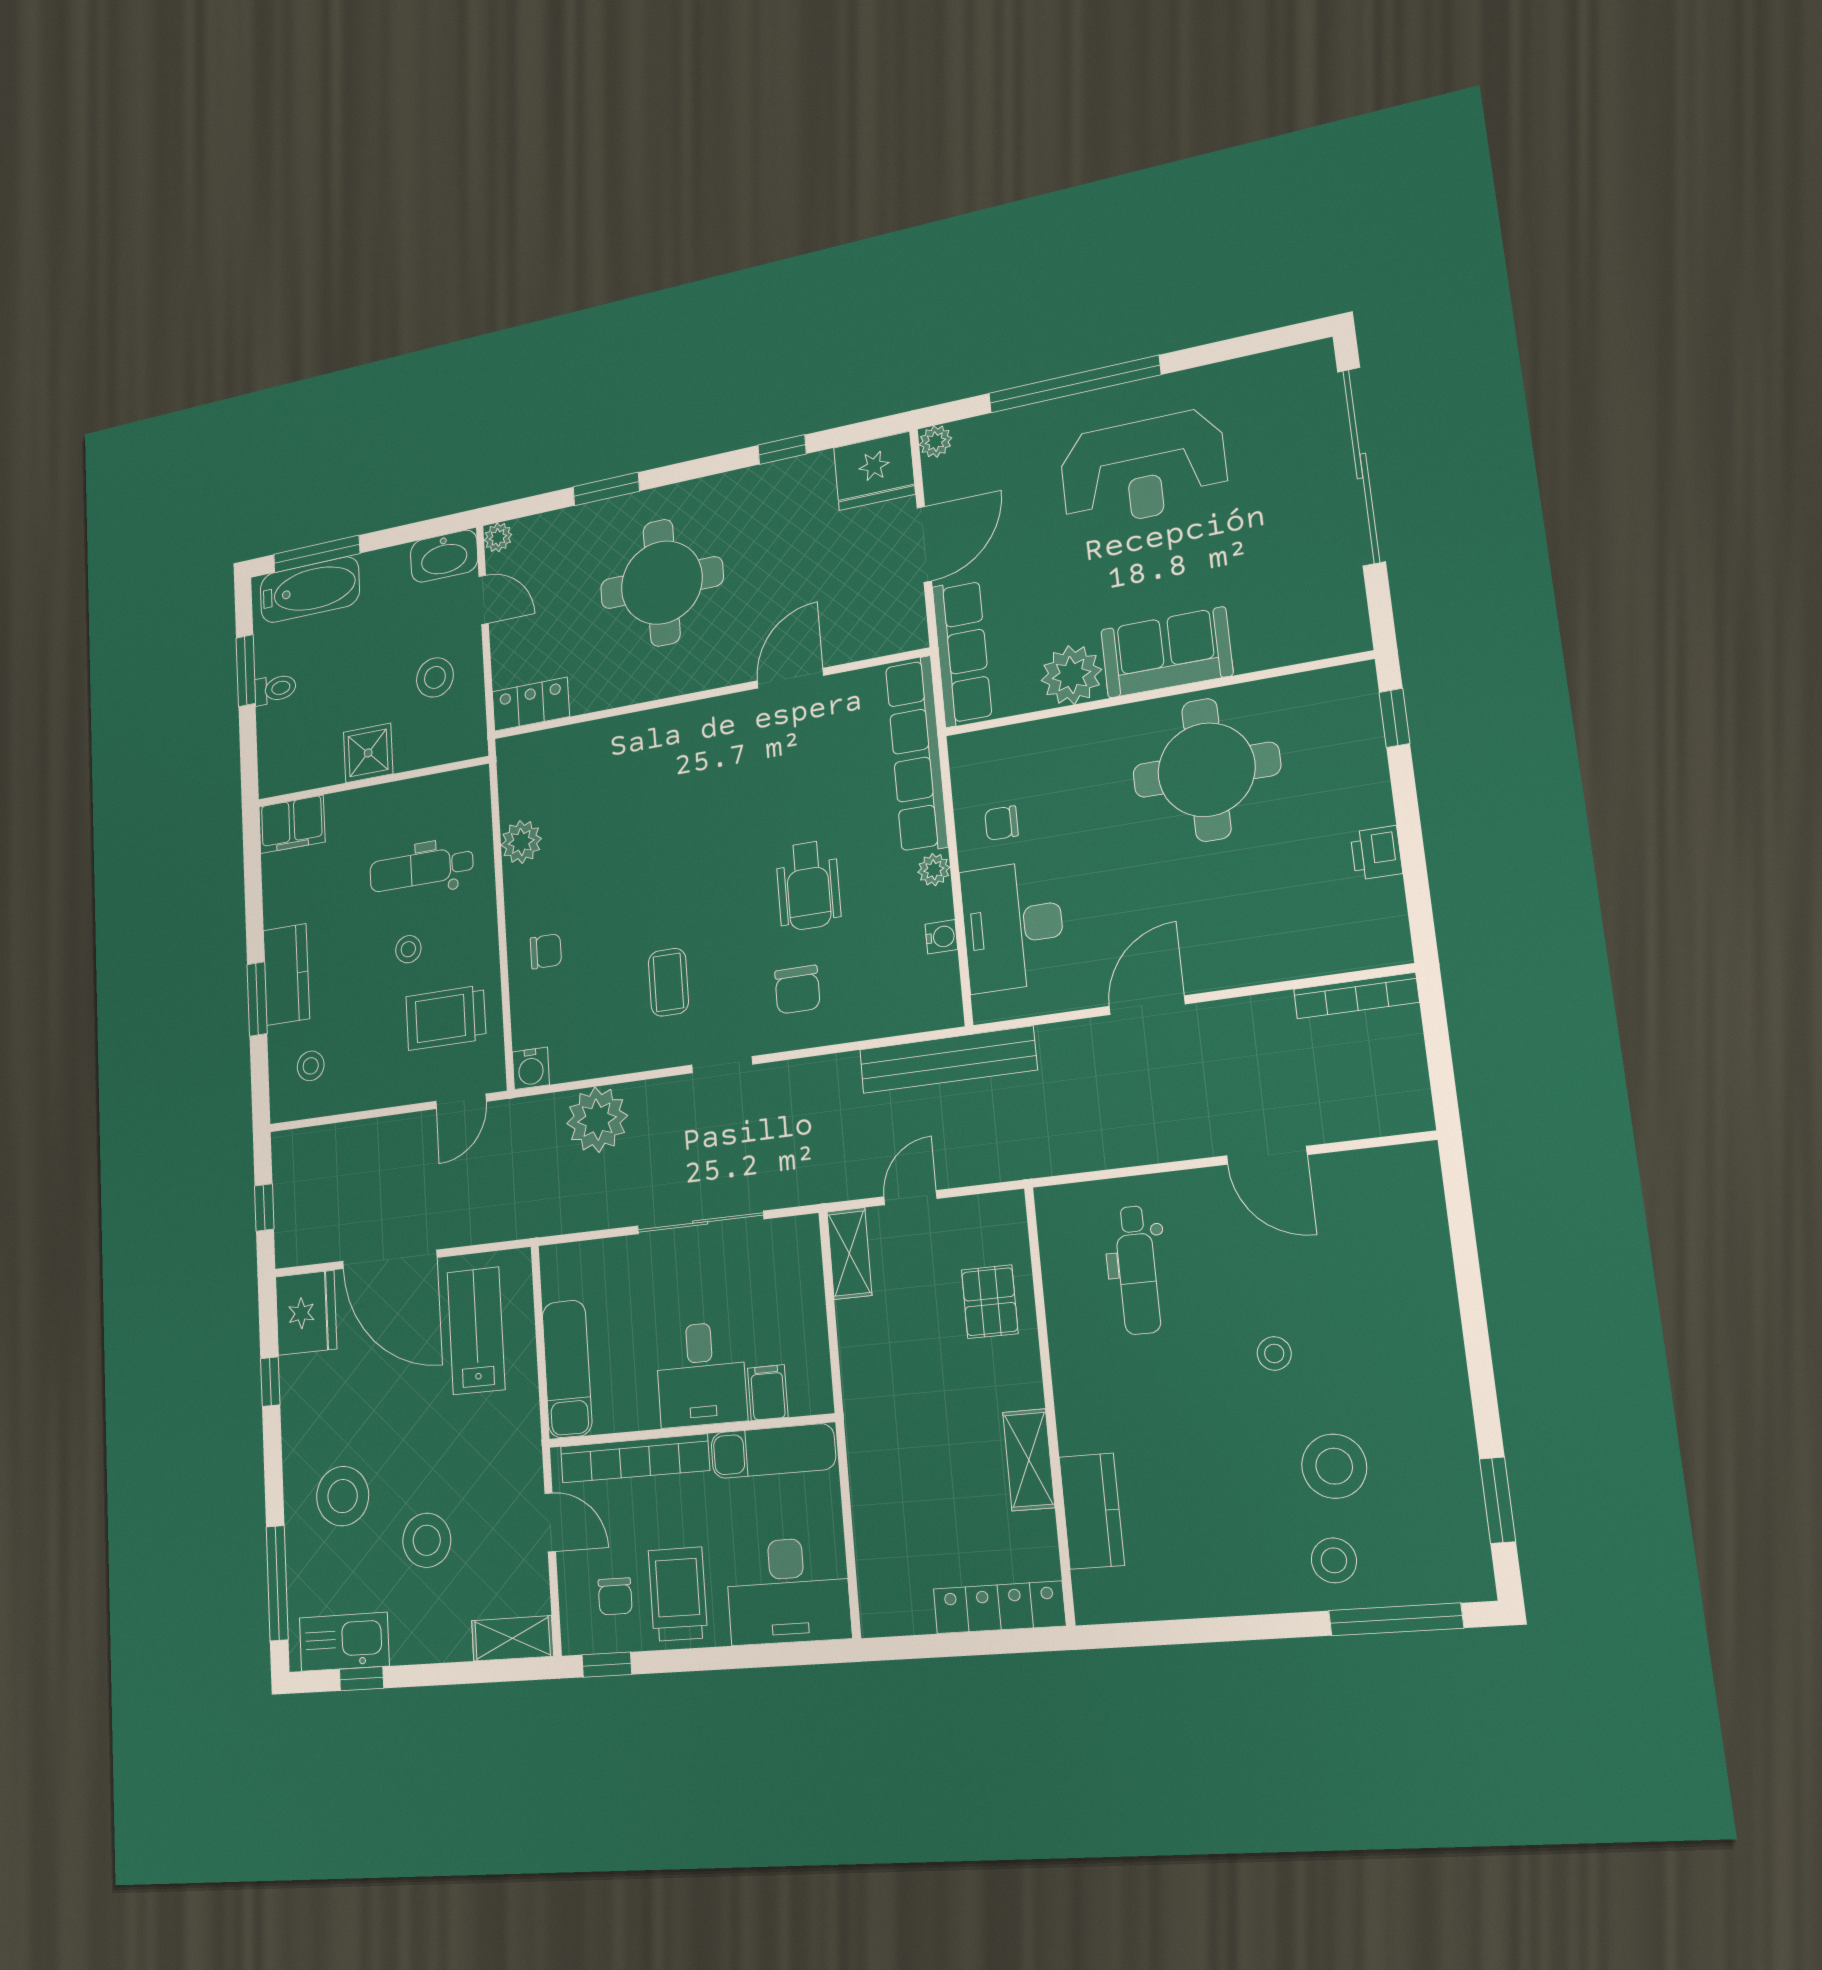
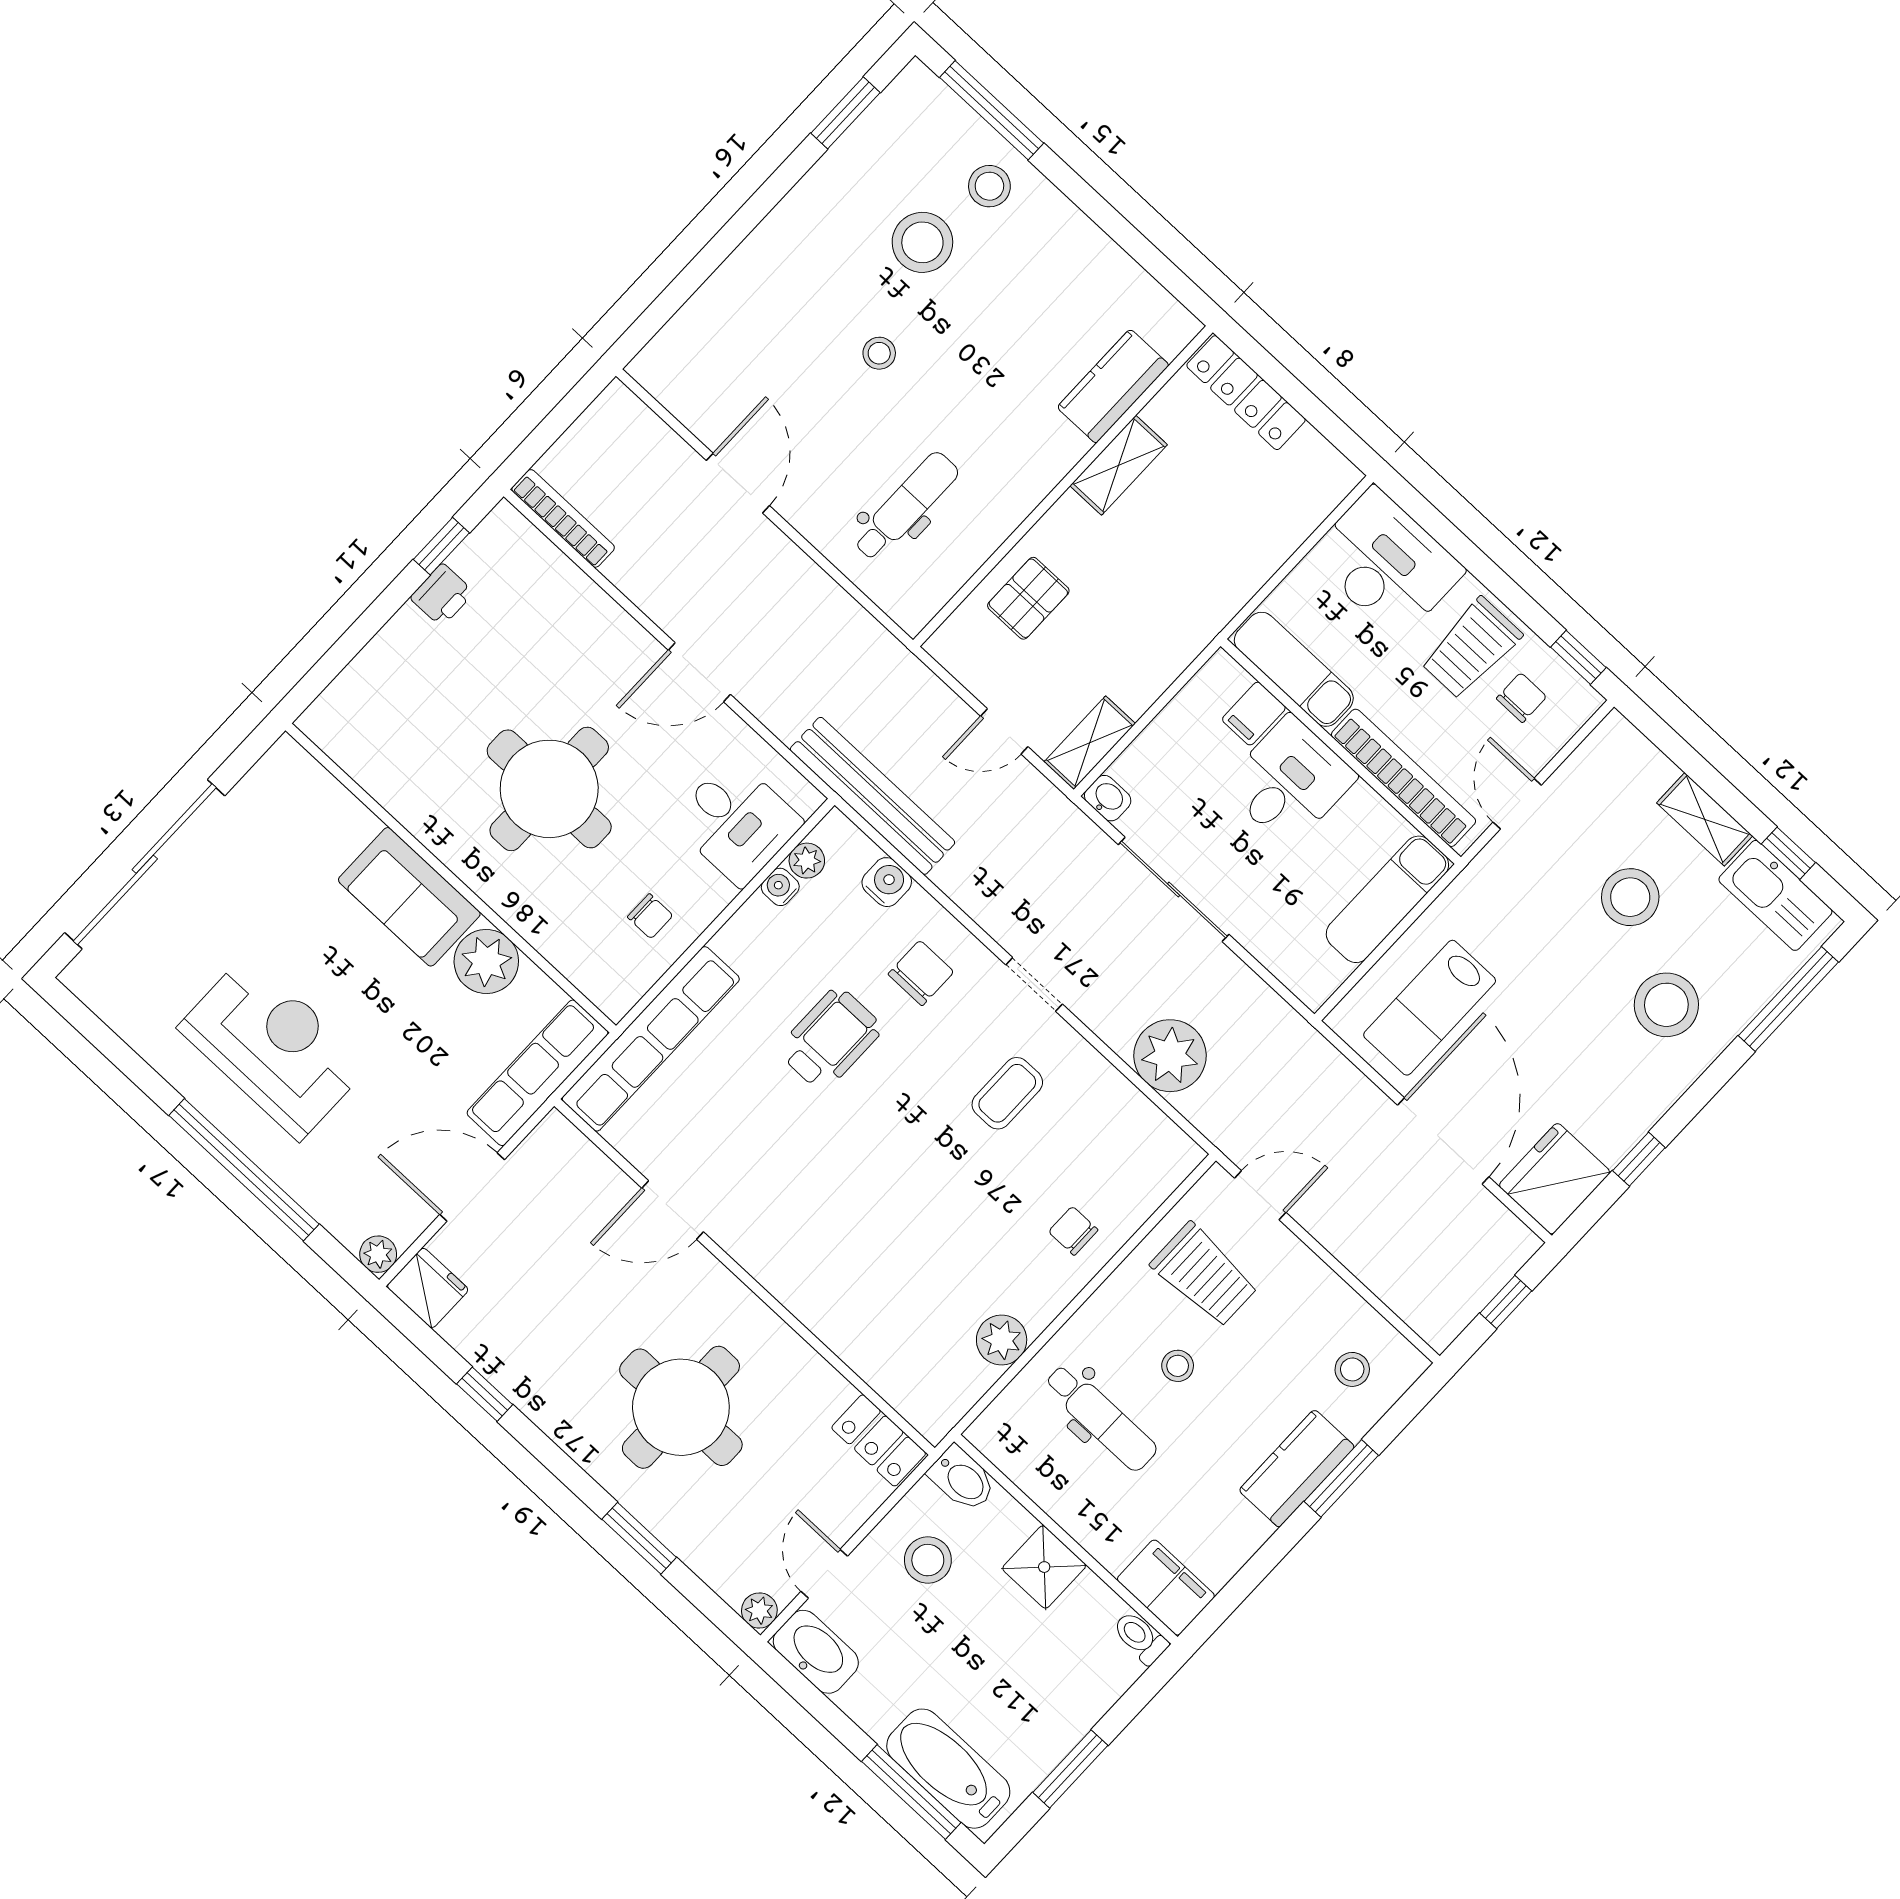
fridge: (874, 471) -> (428, 1288), width x0.73, depth x0.75
toilet: (275, 689) -> (1140, 1638), moved
window: (1394, 718) -> (441, 546), moved
bidet: (462, 742) -> (962, 1479), added
round table: (1206, 770) -> (549, 789), moved
plant: (934, 870) -> (807, 861), moved
desk: (1013, 926) -> (737, 822), width x0.73
water cooler: (531, 1068) -> (887, 882), moved
washbasin: (801, 1232) -> (1108, 798), added
shelving: (512, 1638) -> (1705, 819), moved

